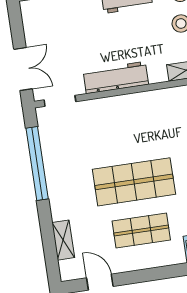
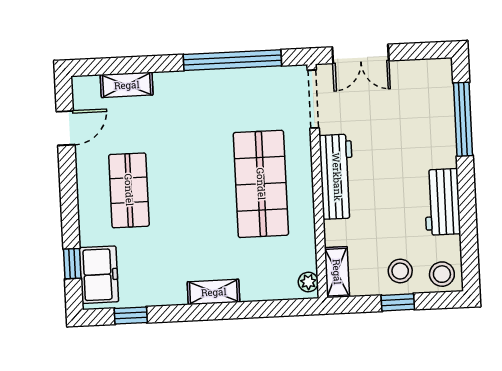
doorway: (60, 101) -> (313, 99), width x1.38
shop shelf: (134, 182) -> (261, 184), moved

